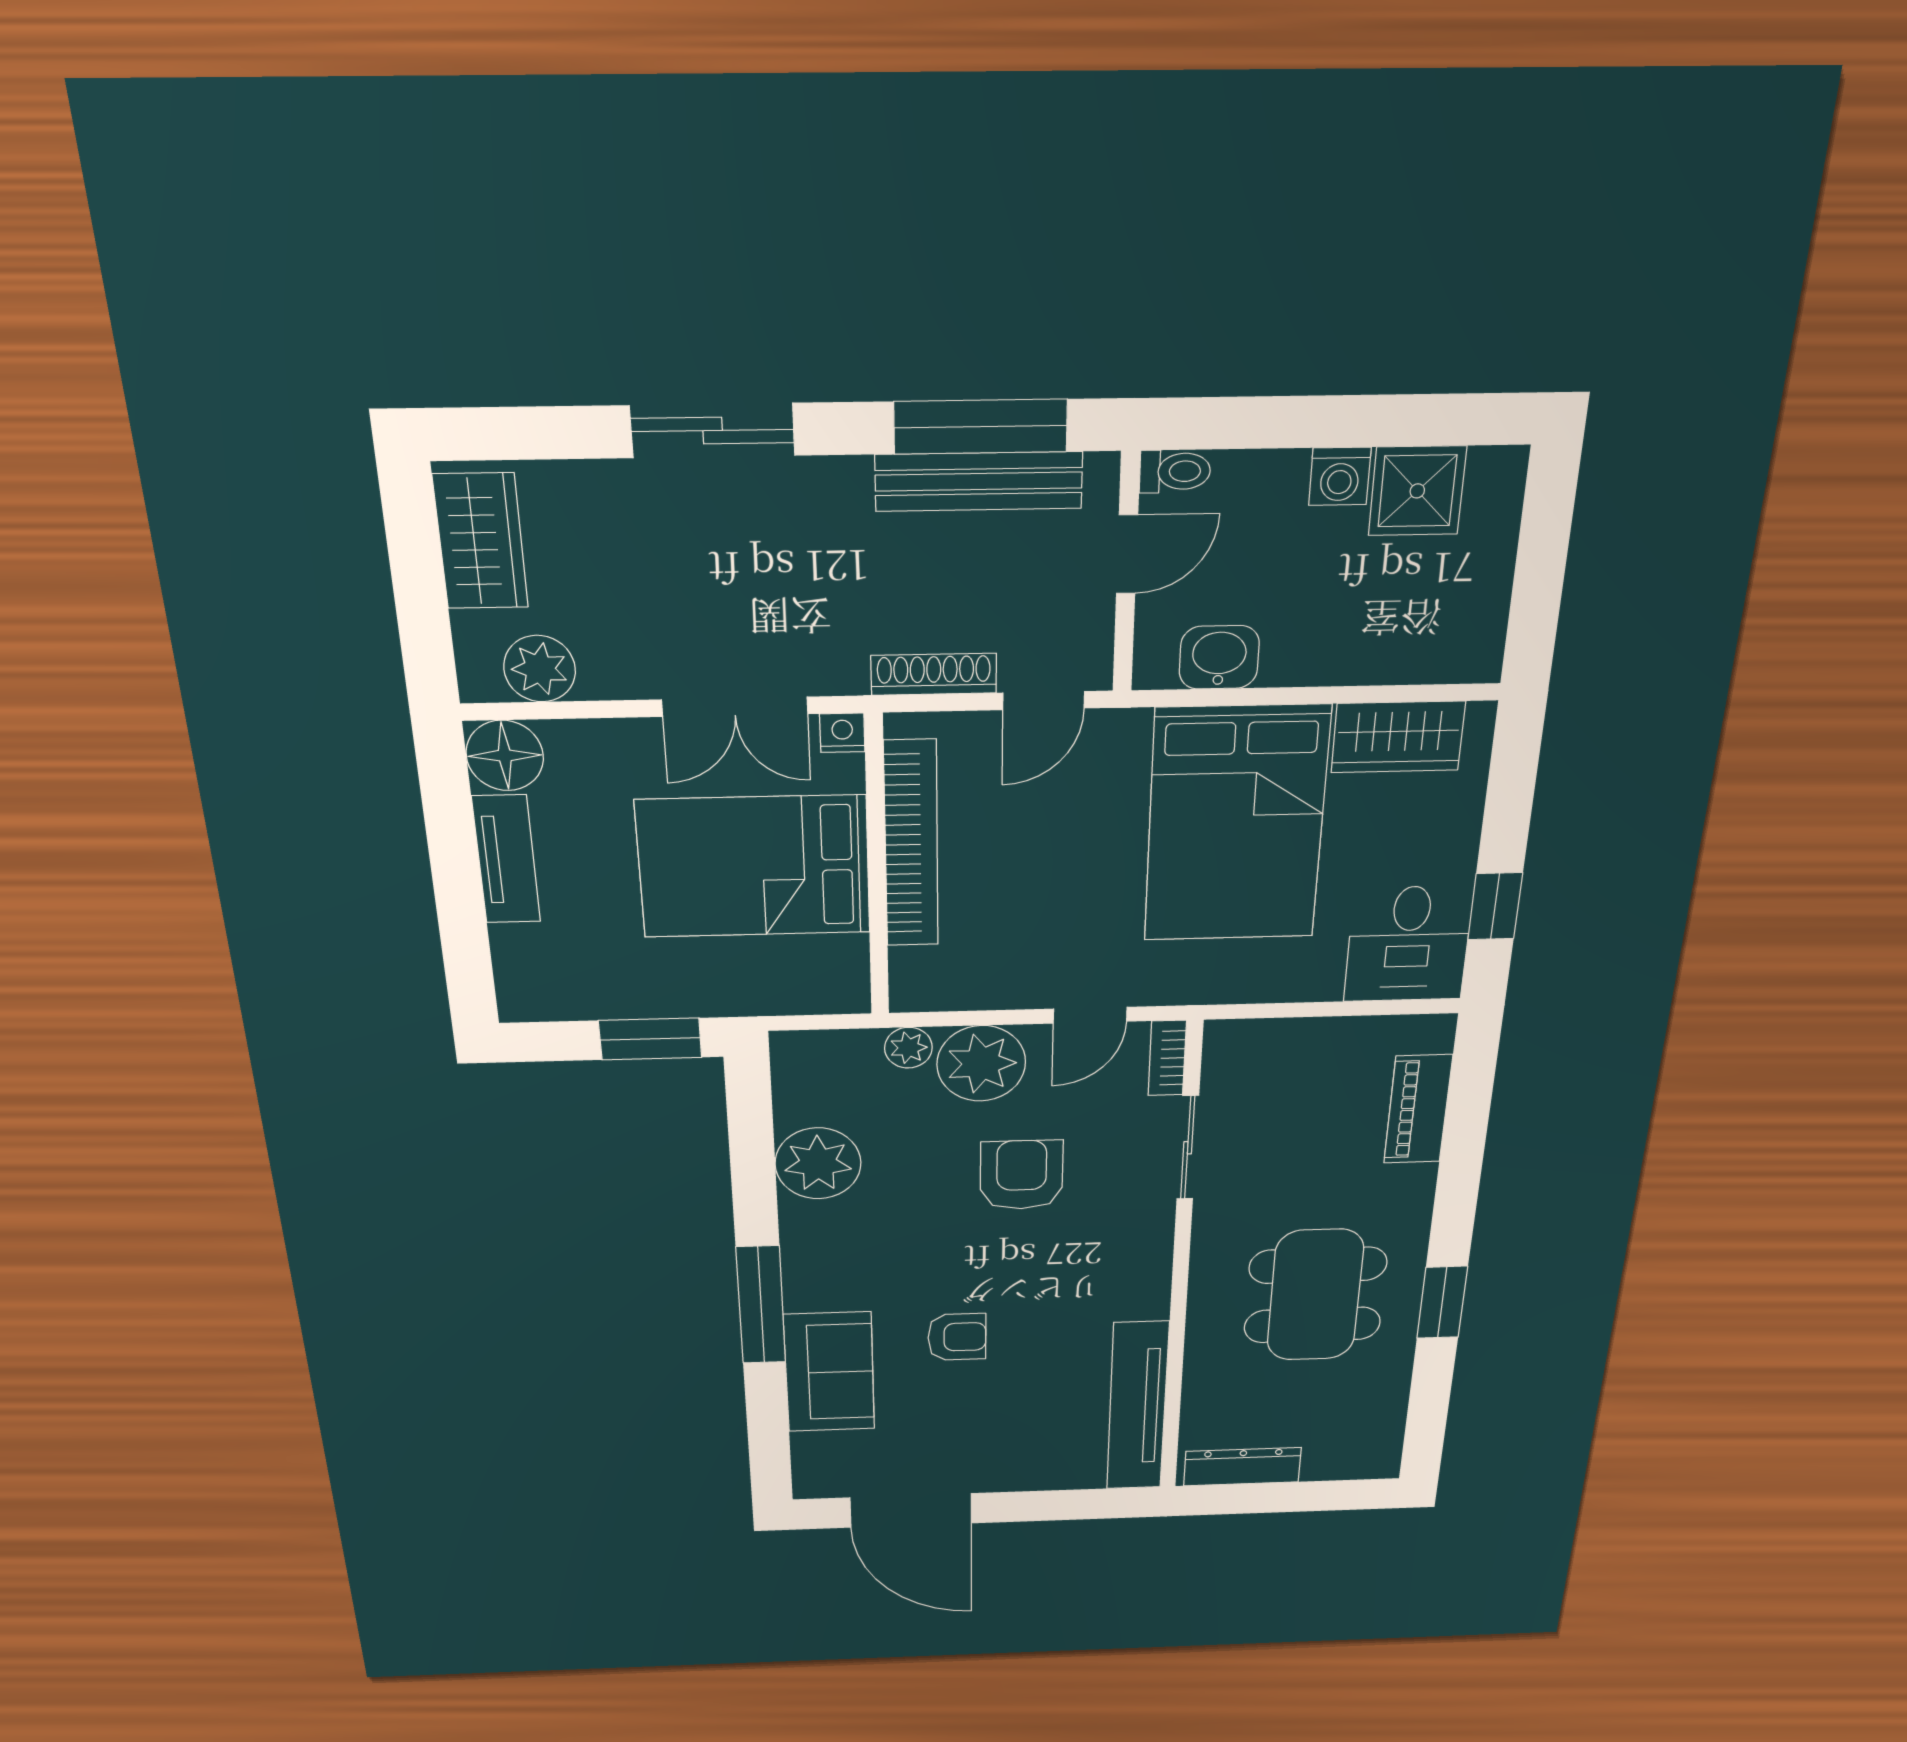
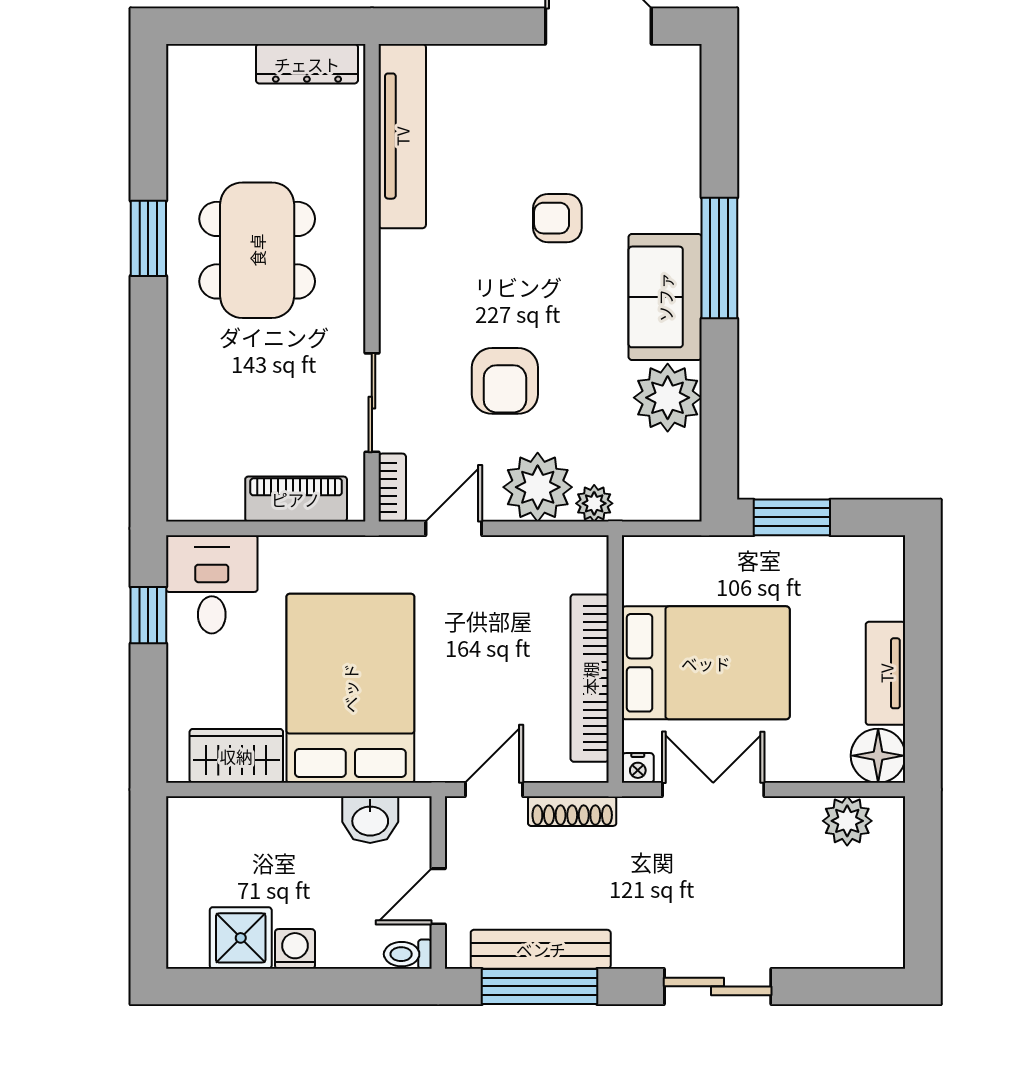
wardrobe: (481, 541) -> (878, 913), removed
piano: (1418, 1109) -> (296, 499), moved, turned -90
sofa: (829, 1372) -> (665, 297), moved

